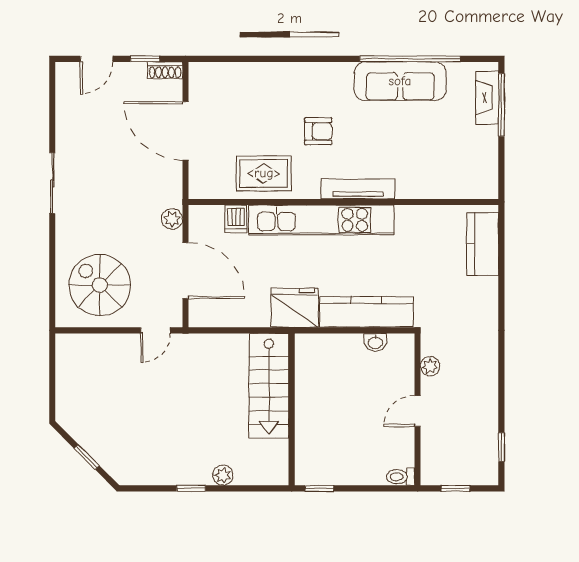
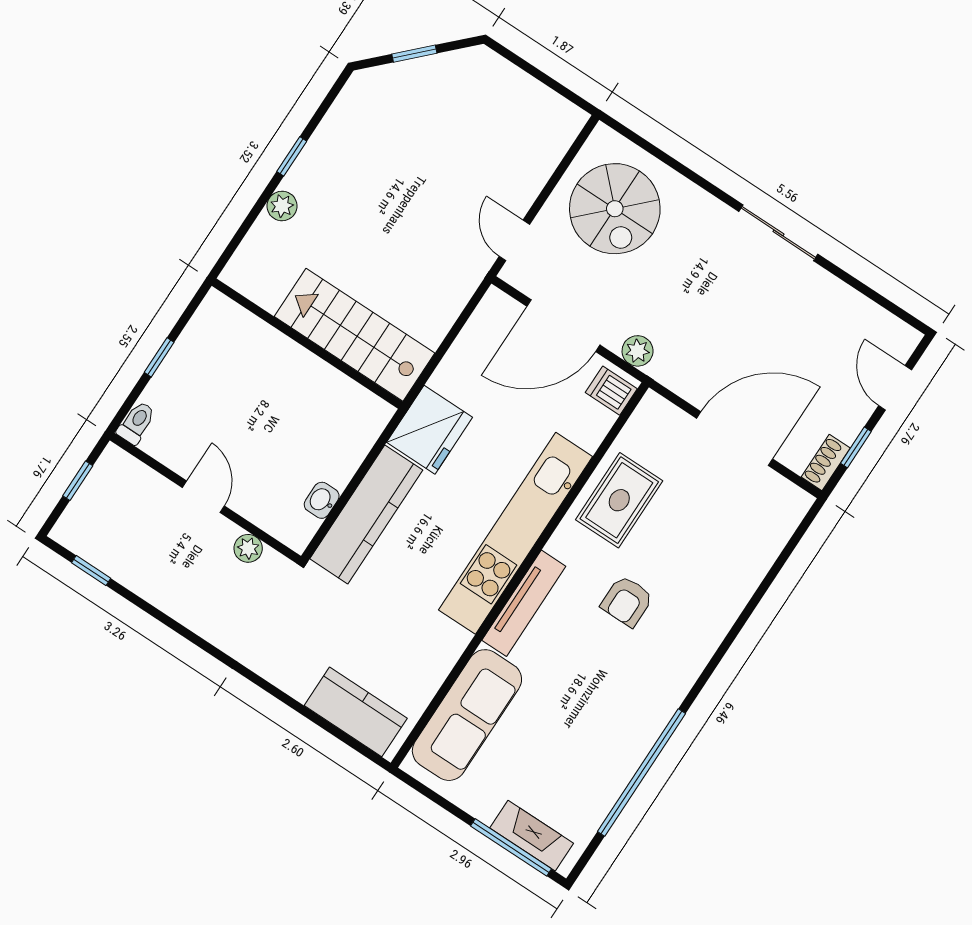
sofa: (400, 81) -> (467, 715), moved, turned 180
dishwasher: (236, 219) -> (611, 391), moved
spiral stairs: (100, 285) -> (615, 209), turned 90
window: (319, 488) -> (159, 357), moved

